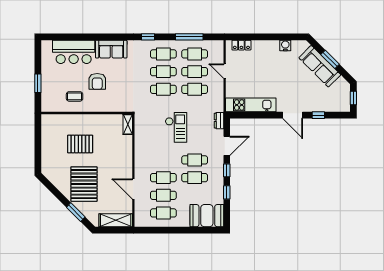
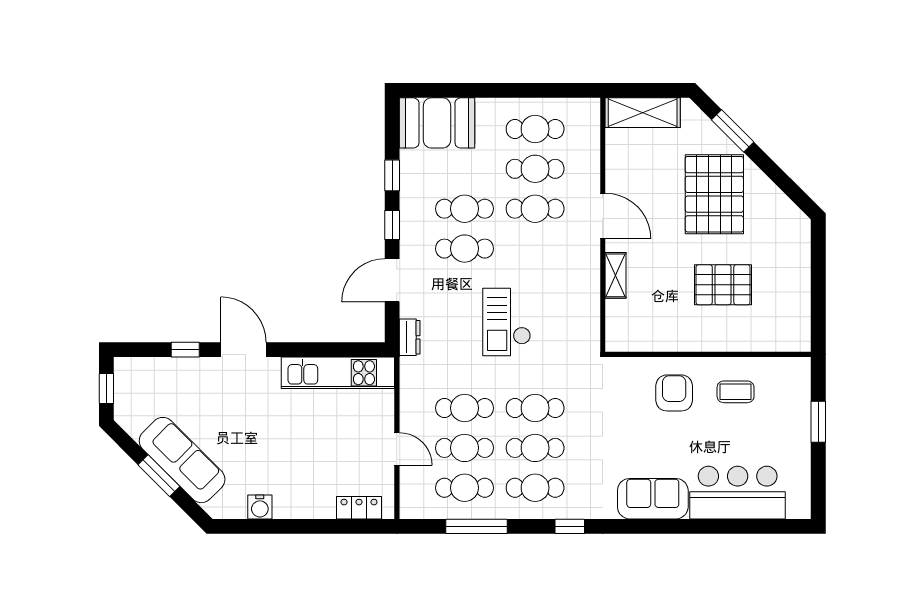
armchair: (97, 81) -> (674, 393), moved
shelving: (128, 124) -> (616, 275), moved
door: (133, 189) -> (603, 216), moved

